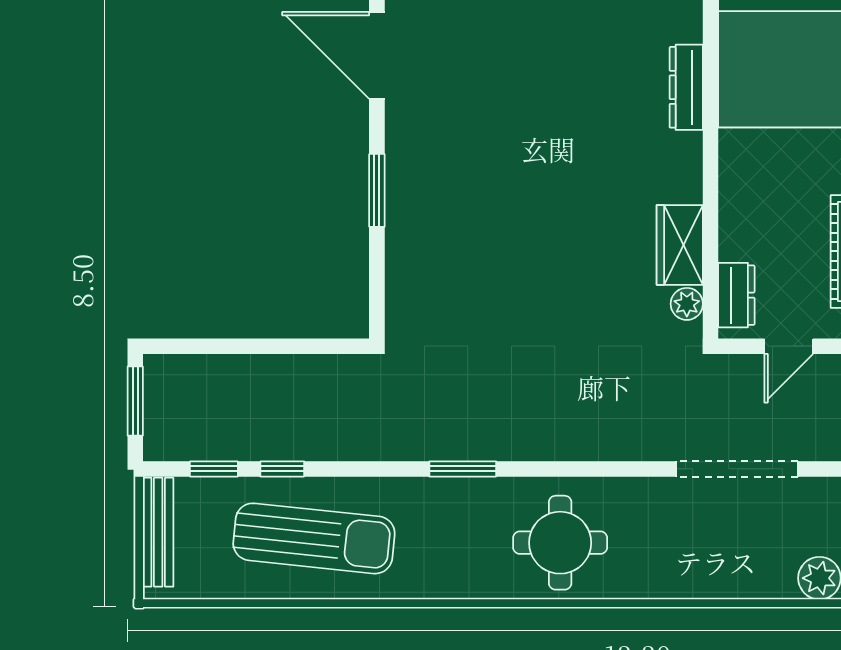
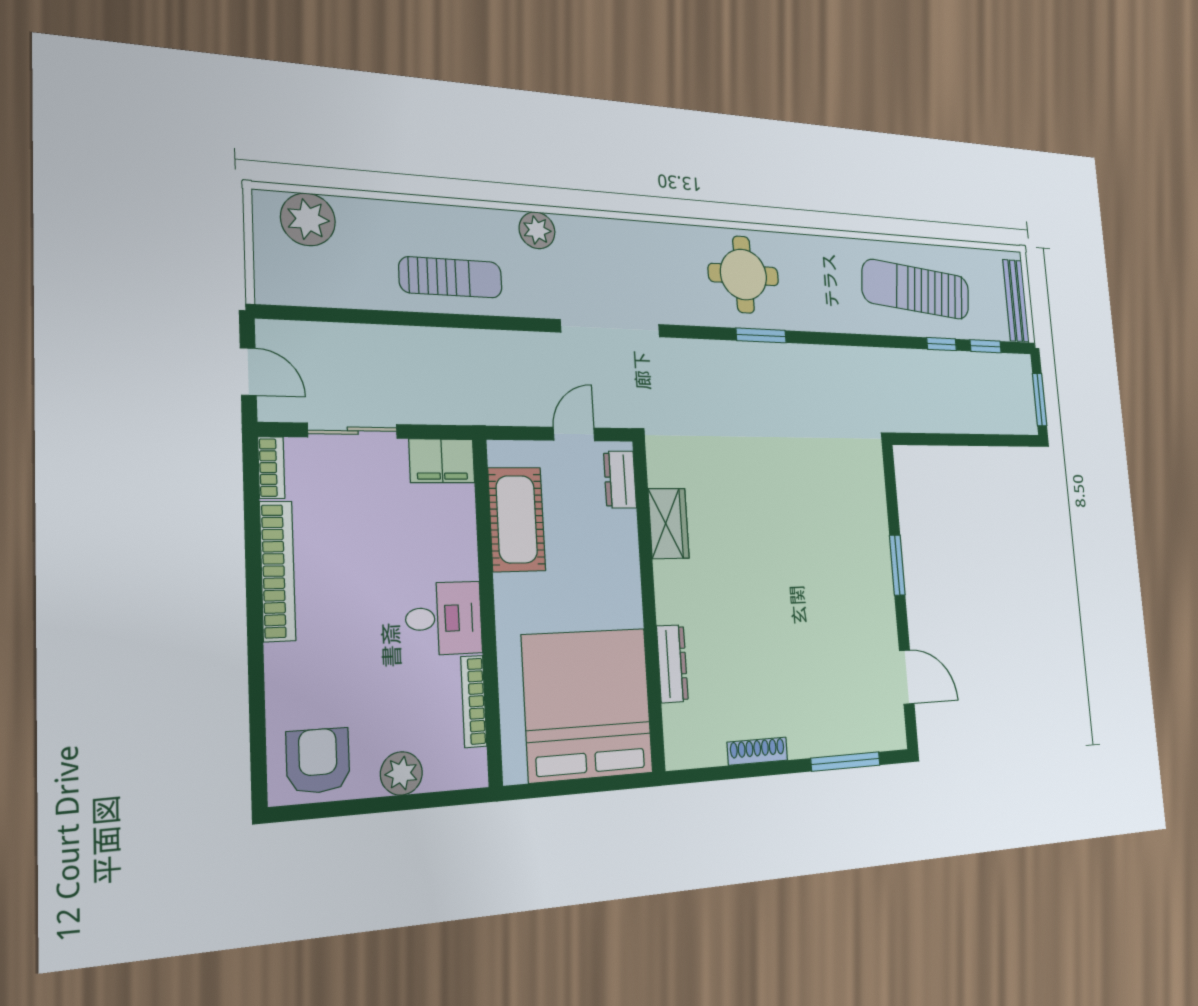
door: (377, 55) -> (907, 677), width x0.73
plant: (687, 304) -> (660, 472), removed
window: (463, 469) -> (761, 335), moved

